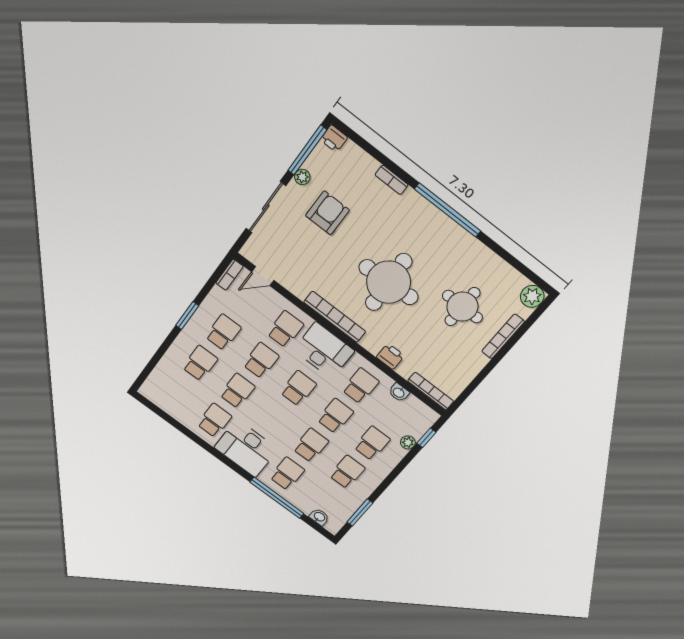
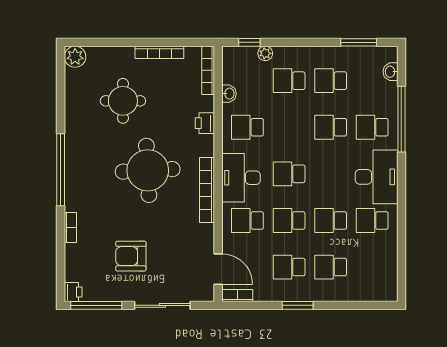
plant: (302, 177) -> (119, 295), removed
door: (263, 276) -> (218, 269), width x1.37
bookcase: (503, 336) -> (159, 52), moved
school desk: (335, 416) -> (289, 127), removed

